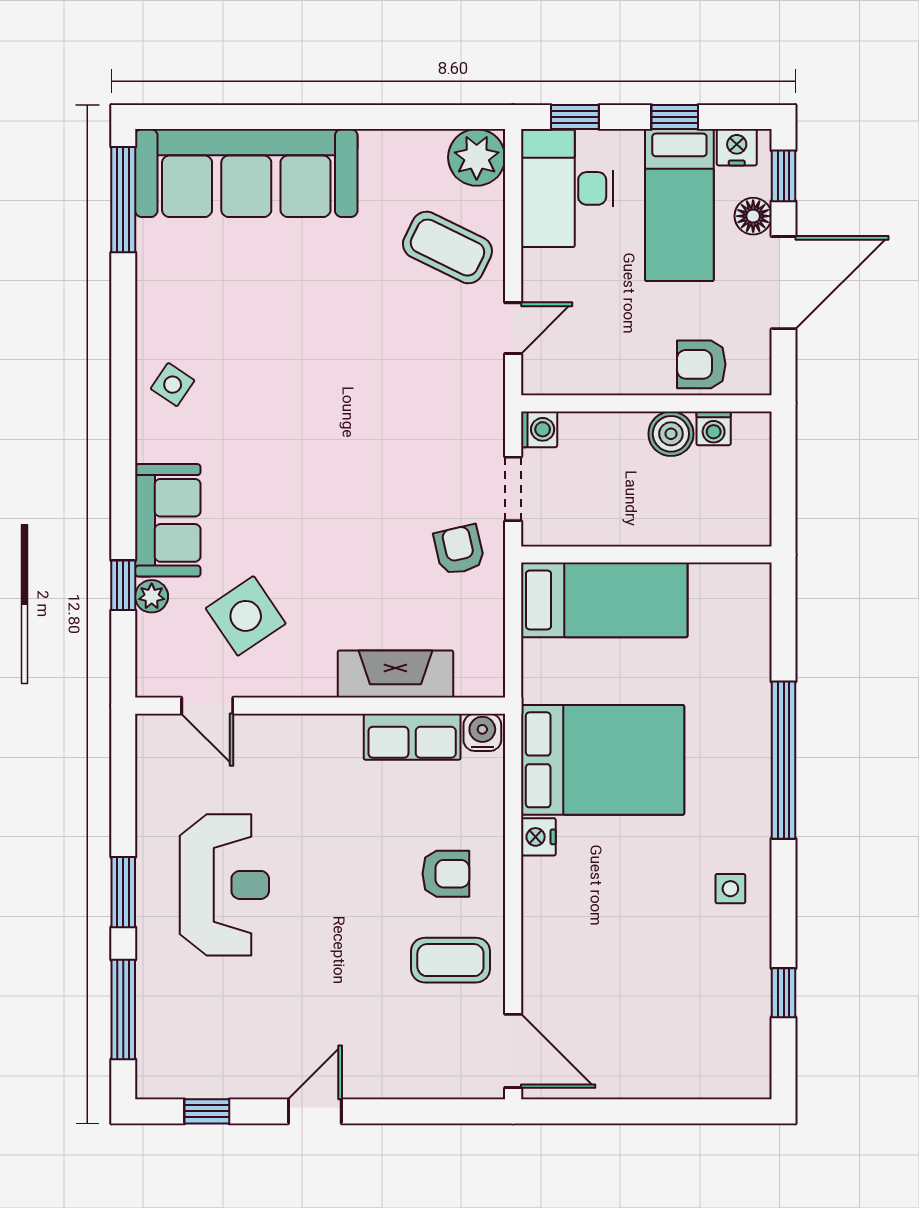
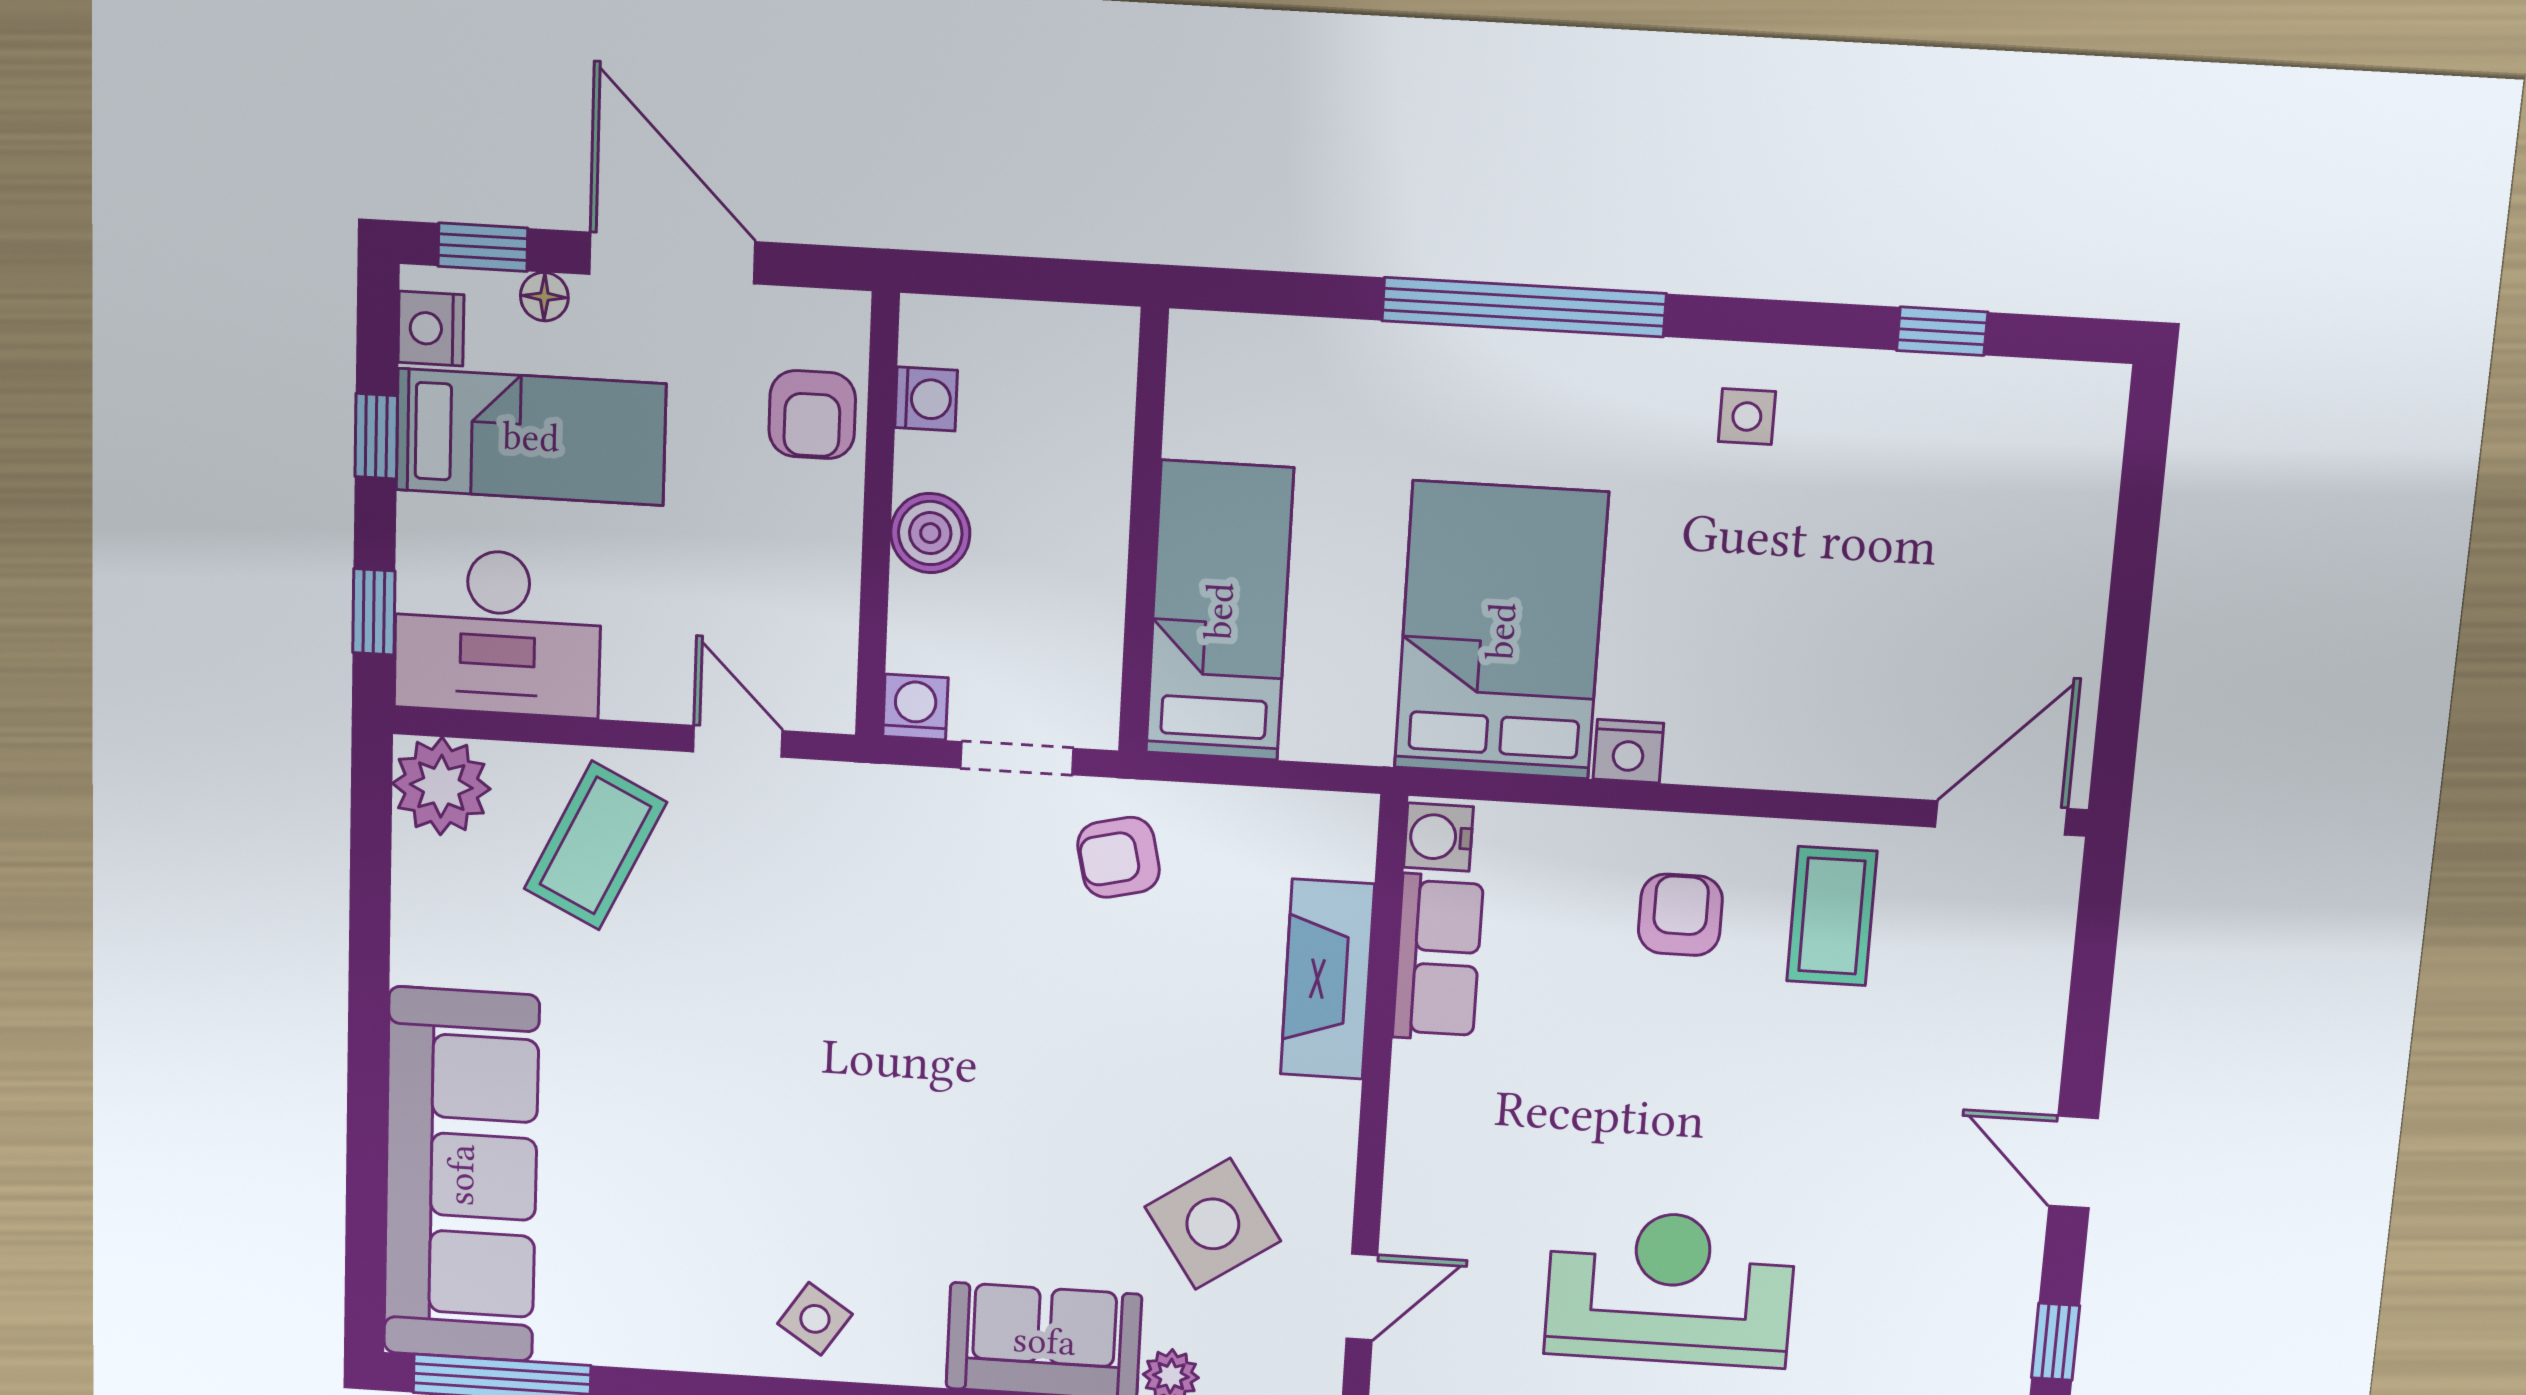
floor lamp: (753, 216) -> (544, 297), width x0.73, depth x0.73
boiler: (671, 434) -> (930, 533), moved

